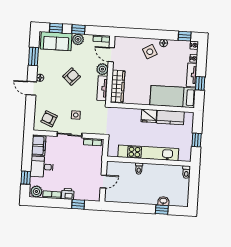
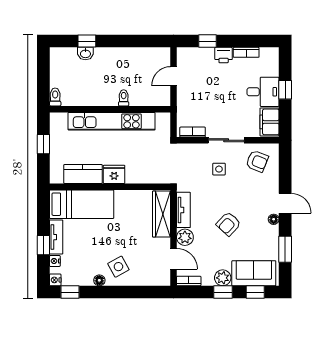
window: (200, 83) -> (43, 245), moved
window: (26, 178) -> (285, 90), moved
plant: (36, 191) -> (269, 56), removed

